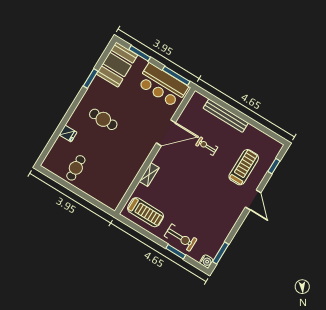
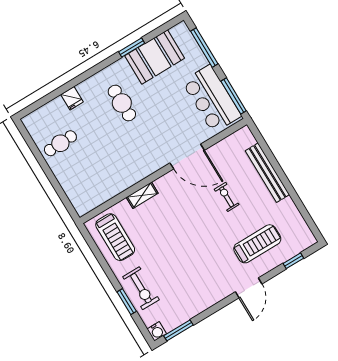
window: (140, 53) -> (204, 48), width x1.44
booth: (117, 65) -> (155, 57), moved

